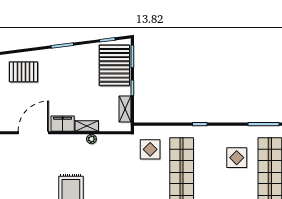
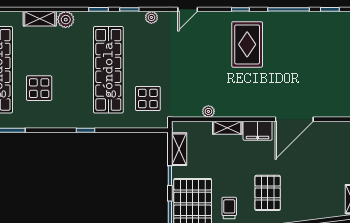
trolley: (85, 62) -> (229, 208), added
pallet: (23, 72) -> (268, 193), moved, turned 90
plant: (91, 139) -> (208, 111), moved

